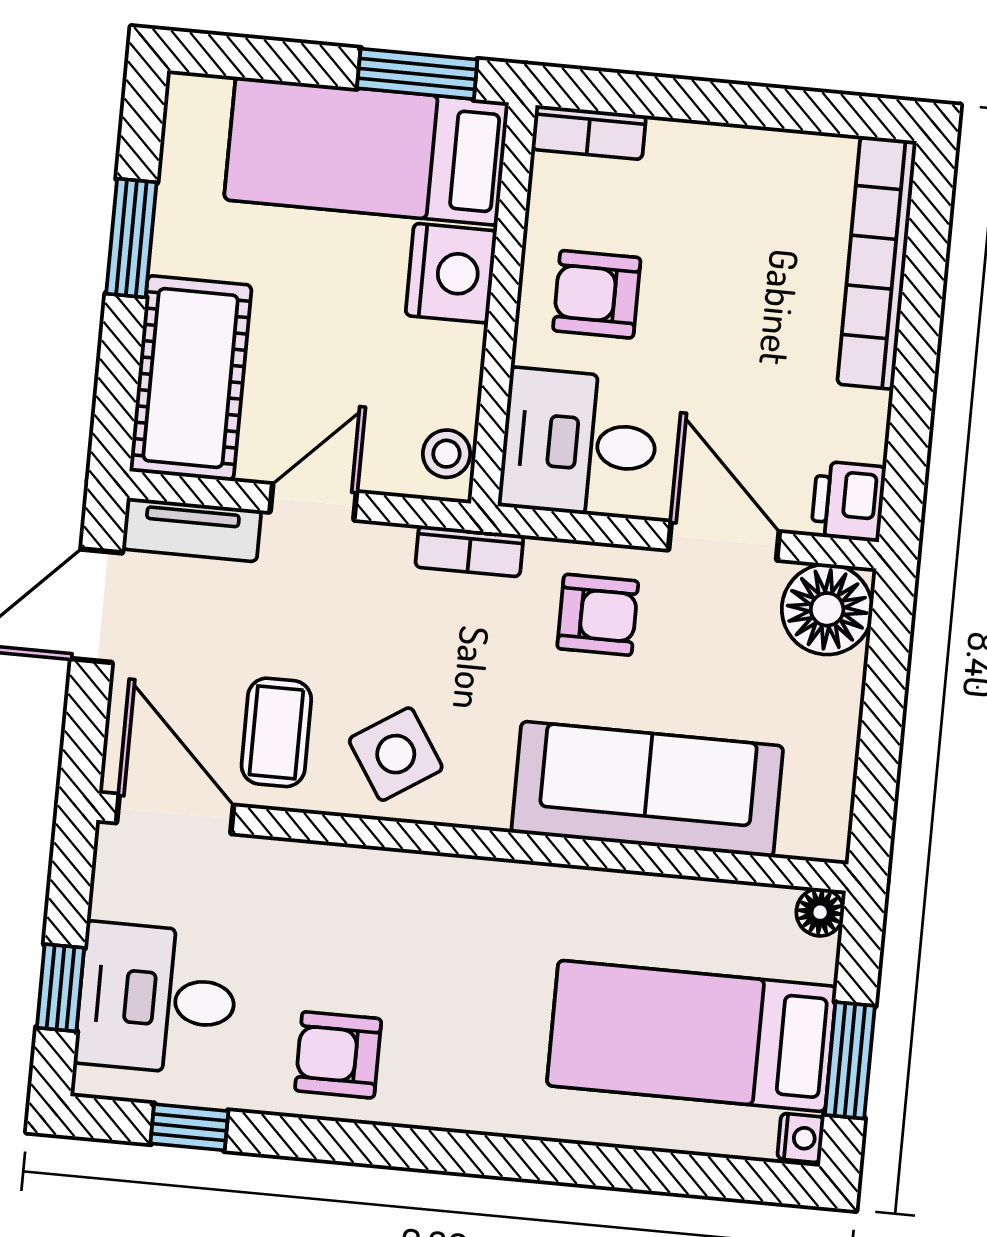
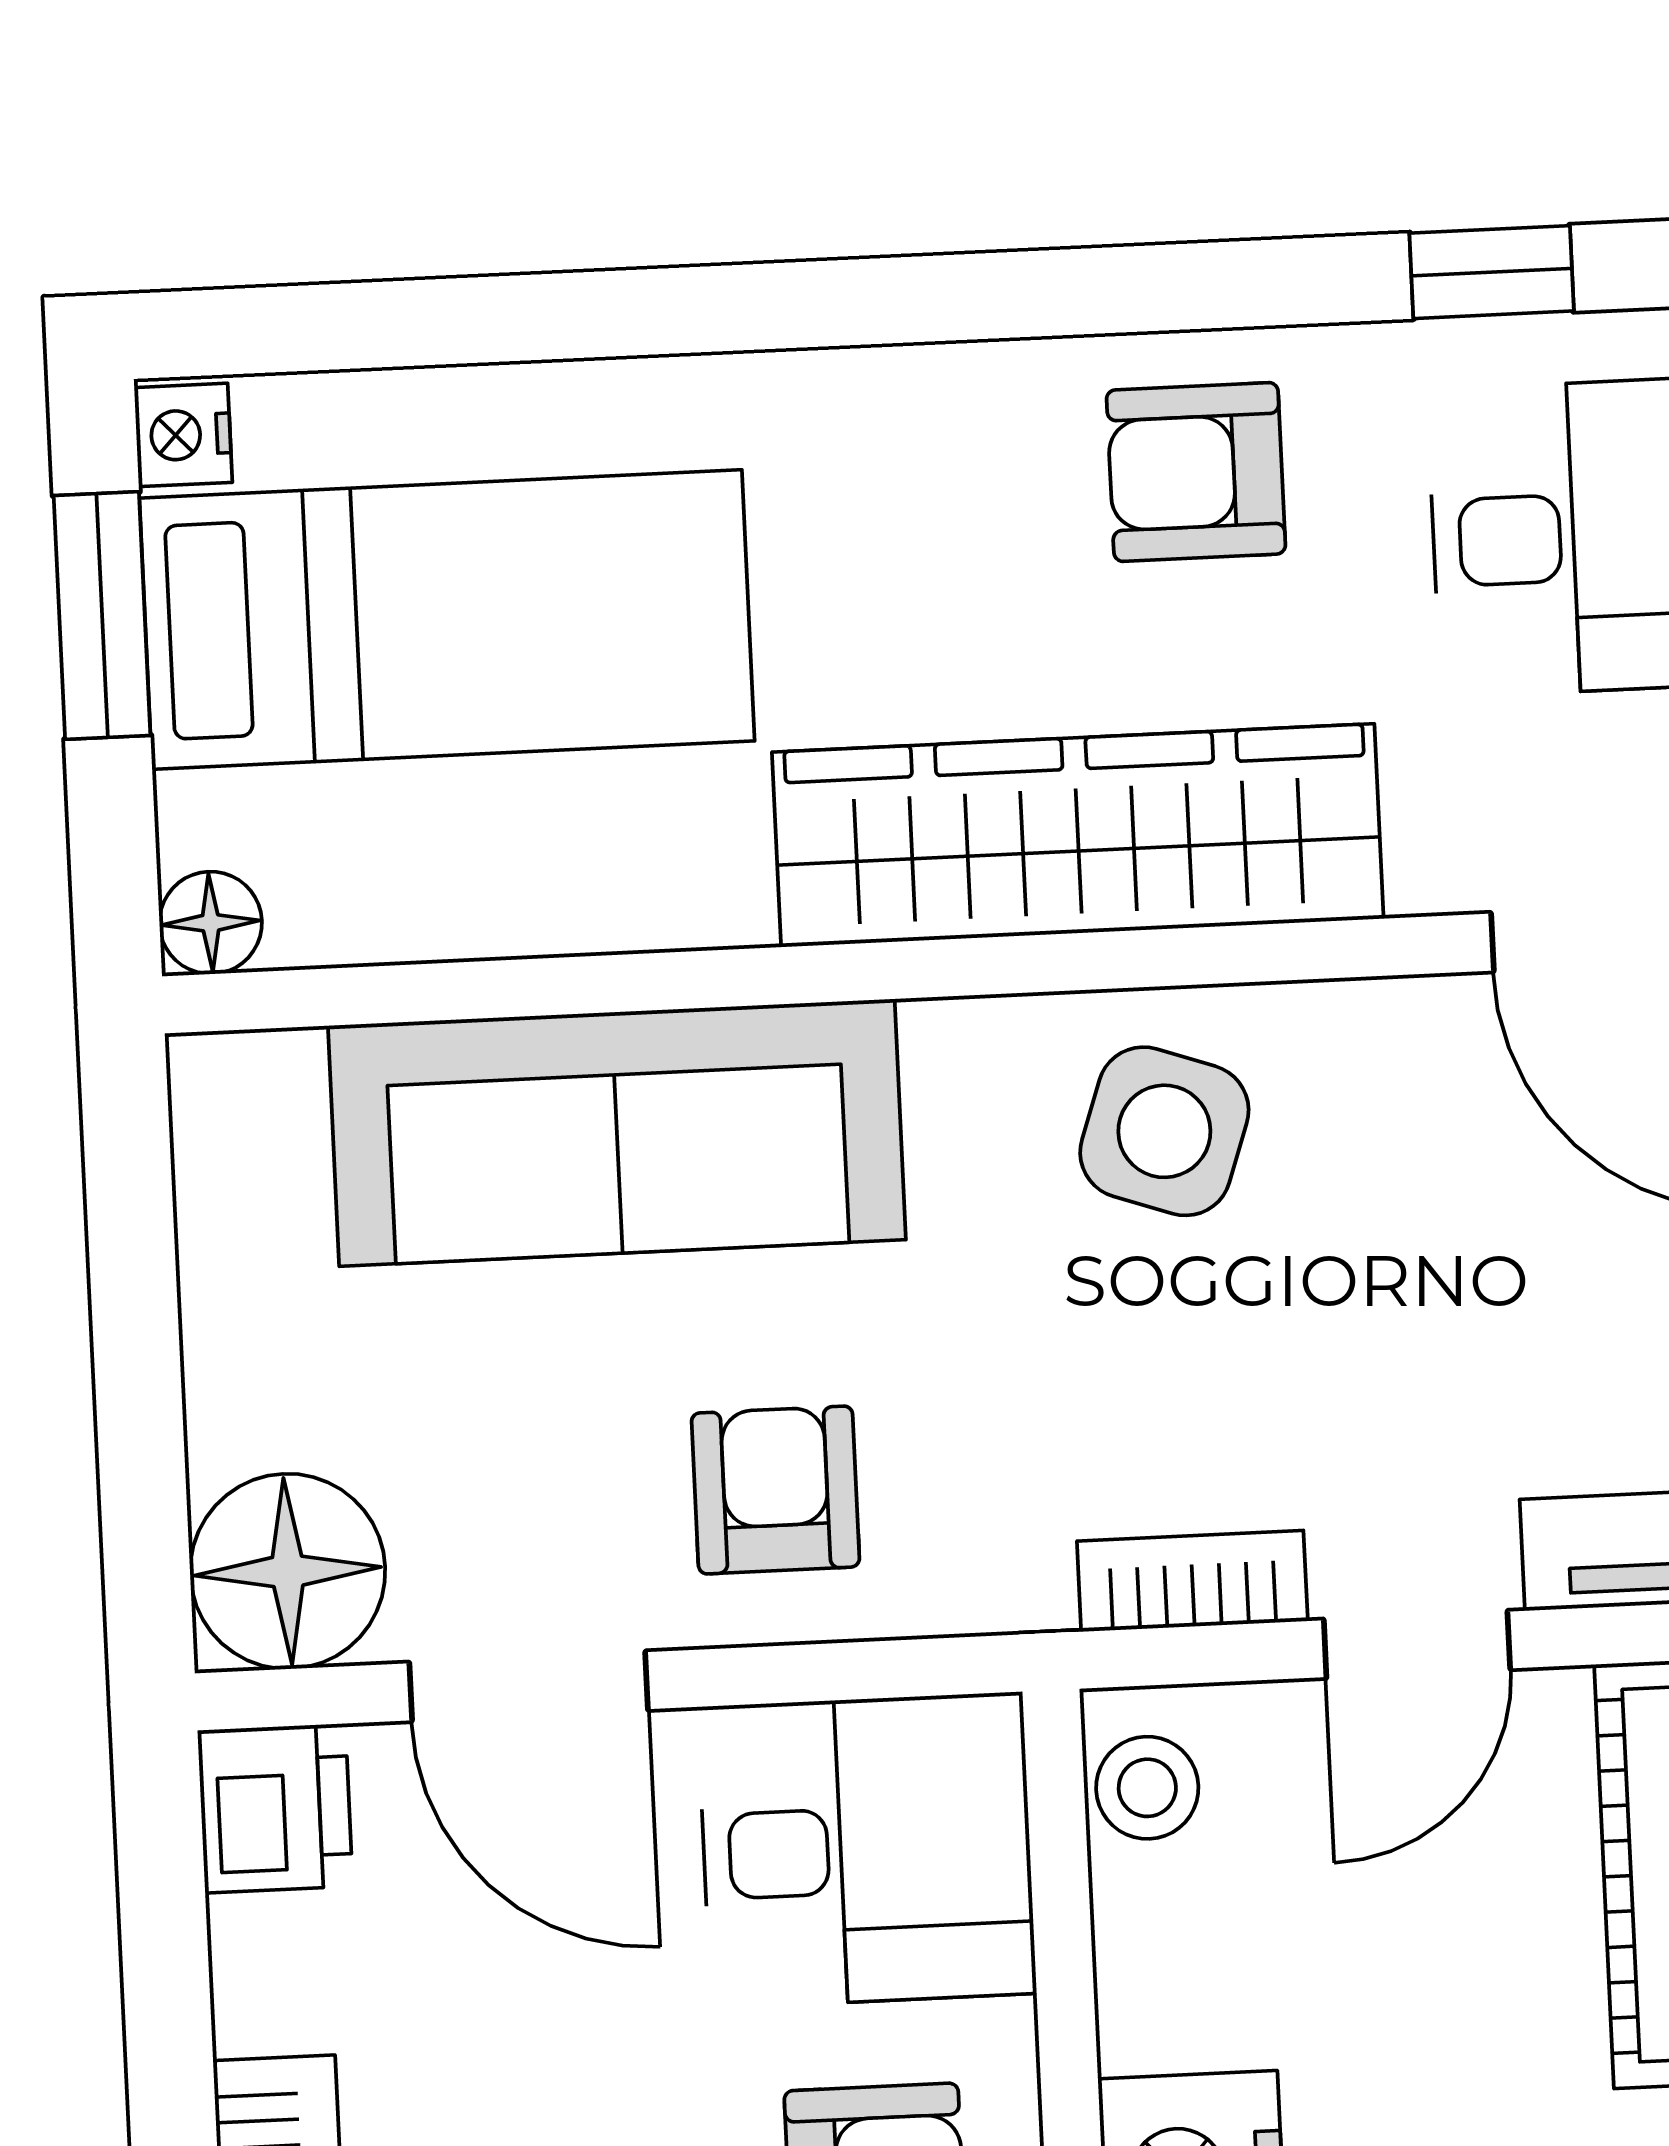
bookcase: (469, 551) -> (1192, 1581), moved
armchair: (598, 615) -> (776, 1490), turned 90
coffee table: (276, 732) -> (1426, 1141), removed
side table: (396, 754) -> (1164, 1131), turned -38
wardrobe: (416, 896) -> (1078, 835), added
armchair: (338, 1055) -> (1196, 472), turned 180

